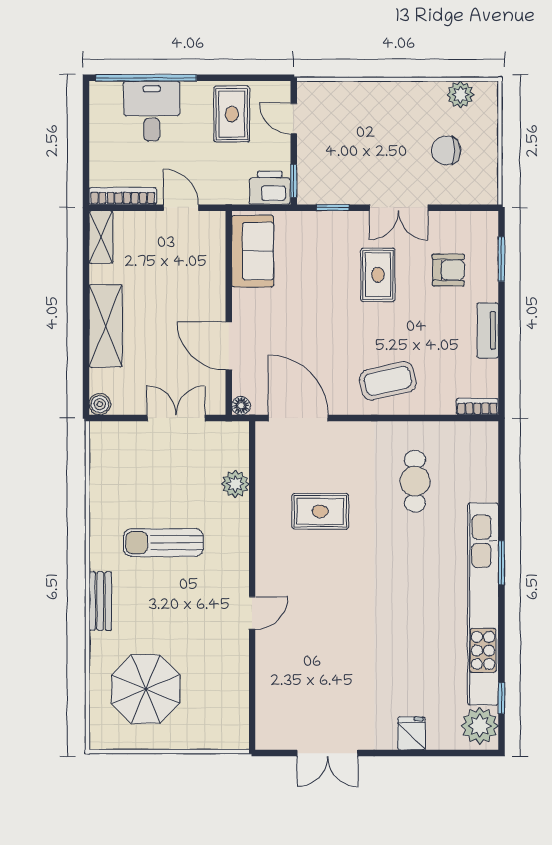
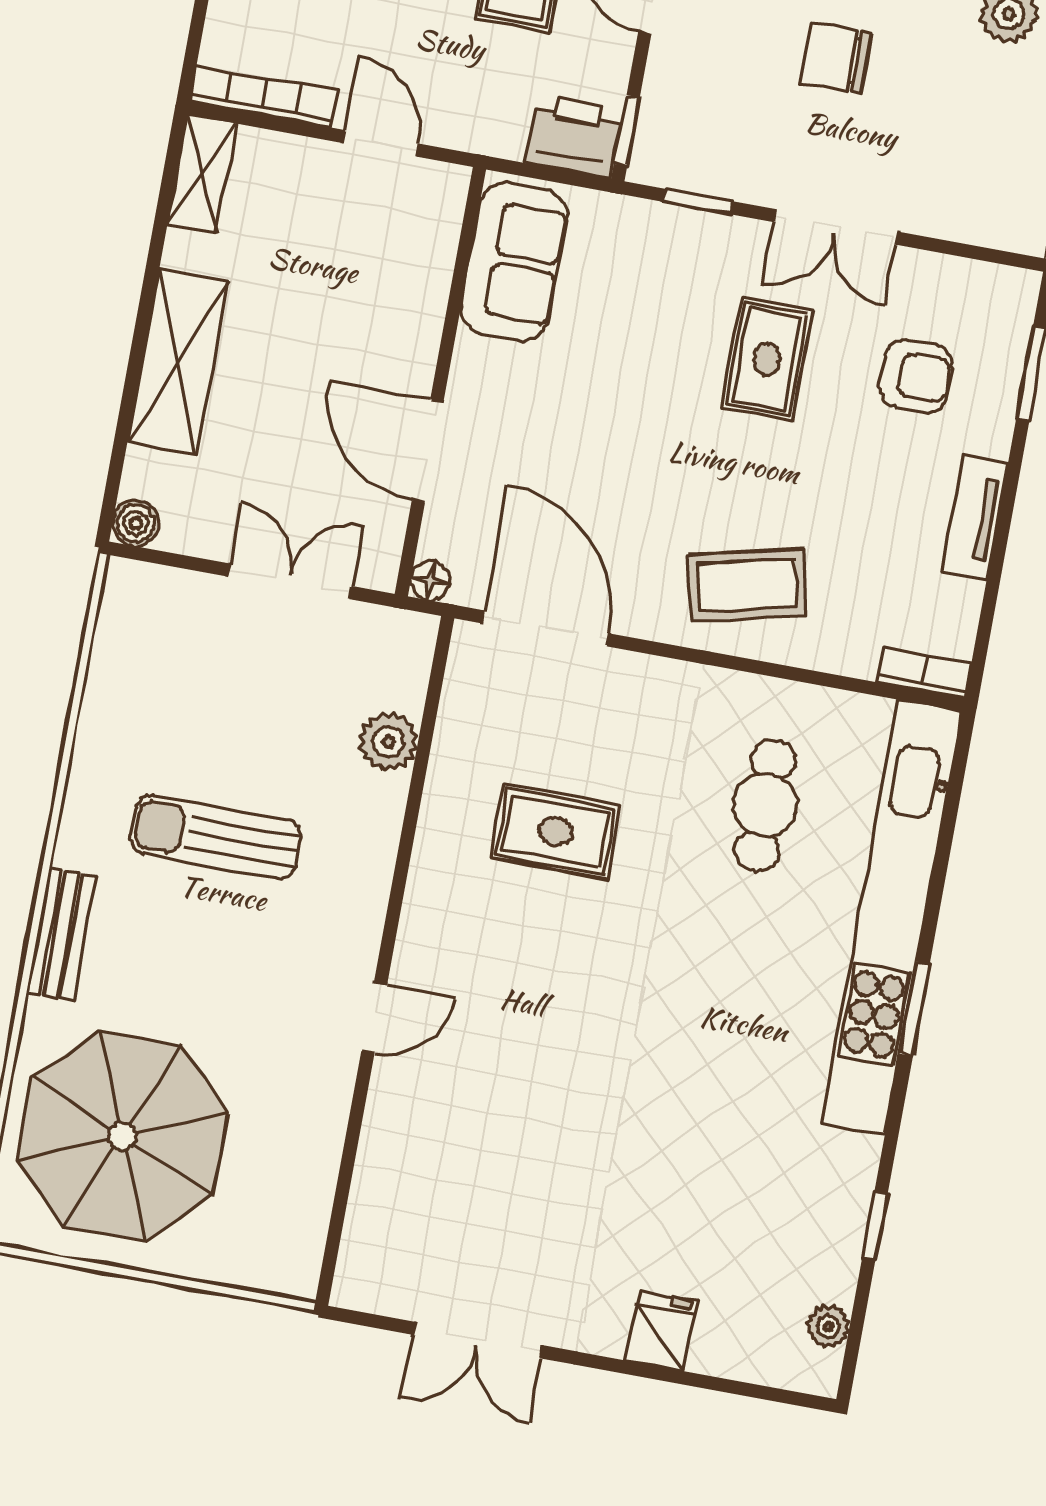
chair: (446, 150) -> (836, 58), moved
kitchen unit: (483, 604) -> (892, 917), moved
parasol: (146, 689) -> (122, 1136), width x1.36, depth x1.36
window: (501, 698) -> (875, 1226), moved
plant: (480, 726) -> (828, 1327), width x0.53, depth x0.53

